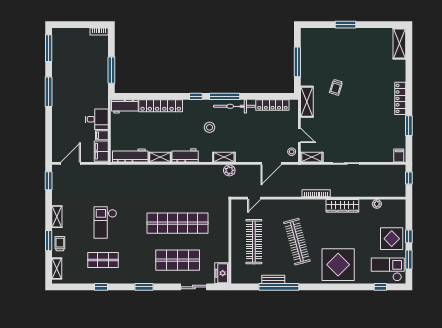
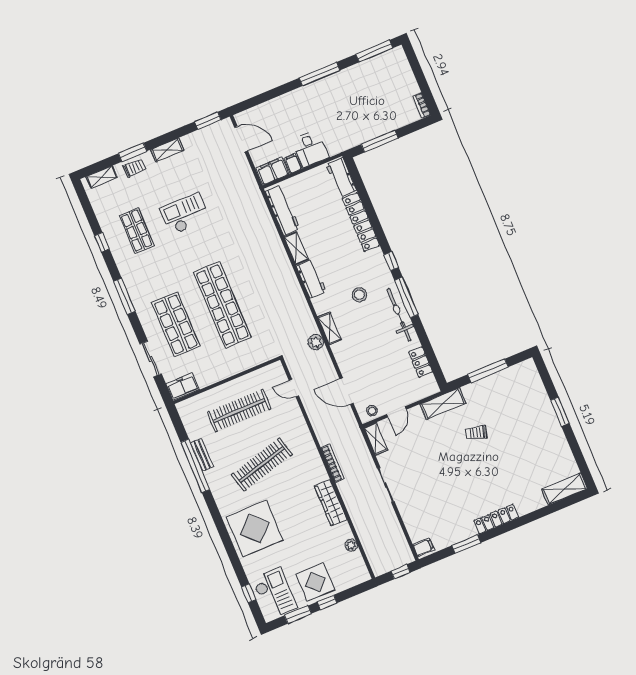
locker: (272, 105) -> (421, 362), width x0.66
window: (144, 287) -> (124, 296), width x1.44

